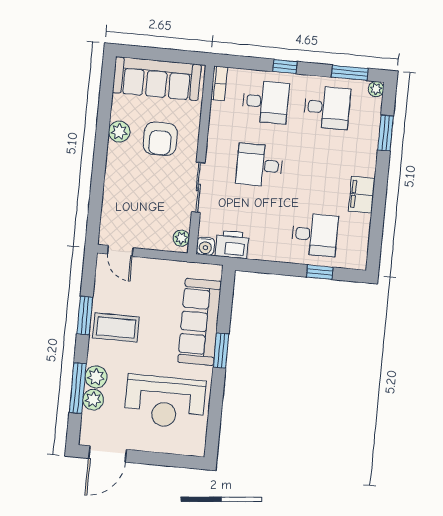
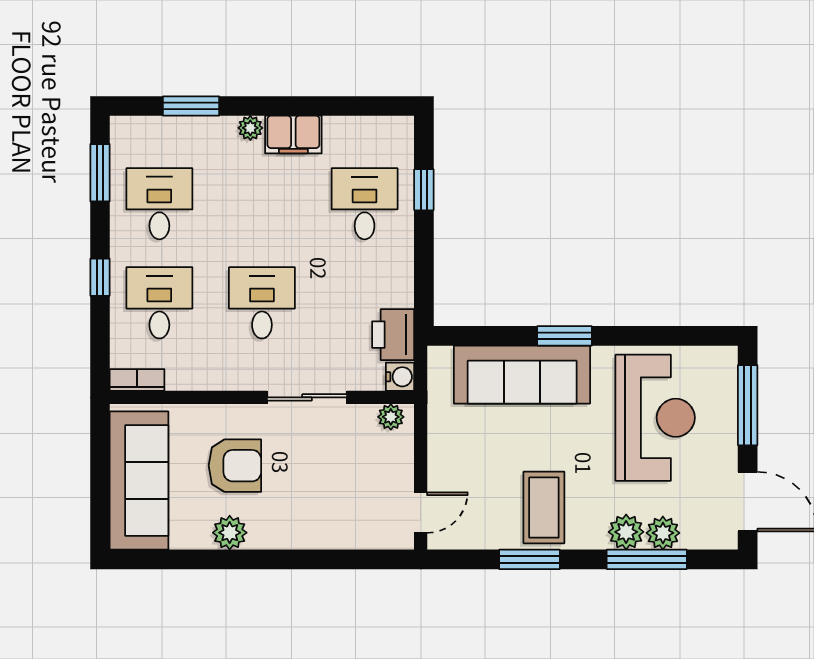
plant: (376, 89) -> (250, 128), moved
desk: (259, 165) -> (262, 303), turned 180
window: (167, 460) -> (748, 405), added

